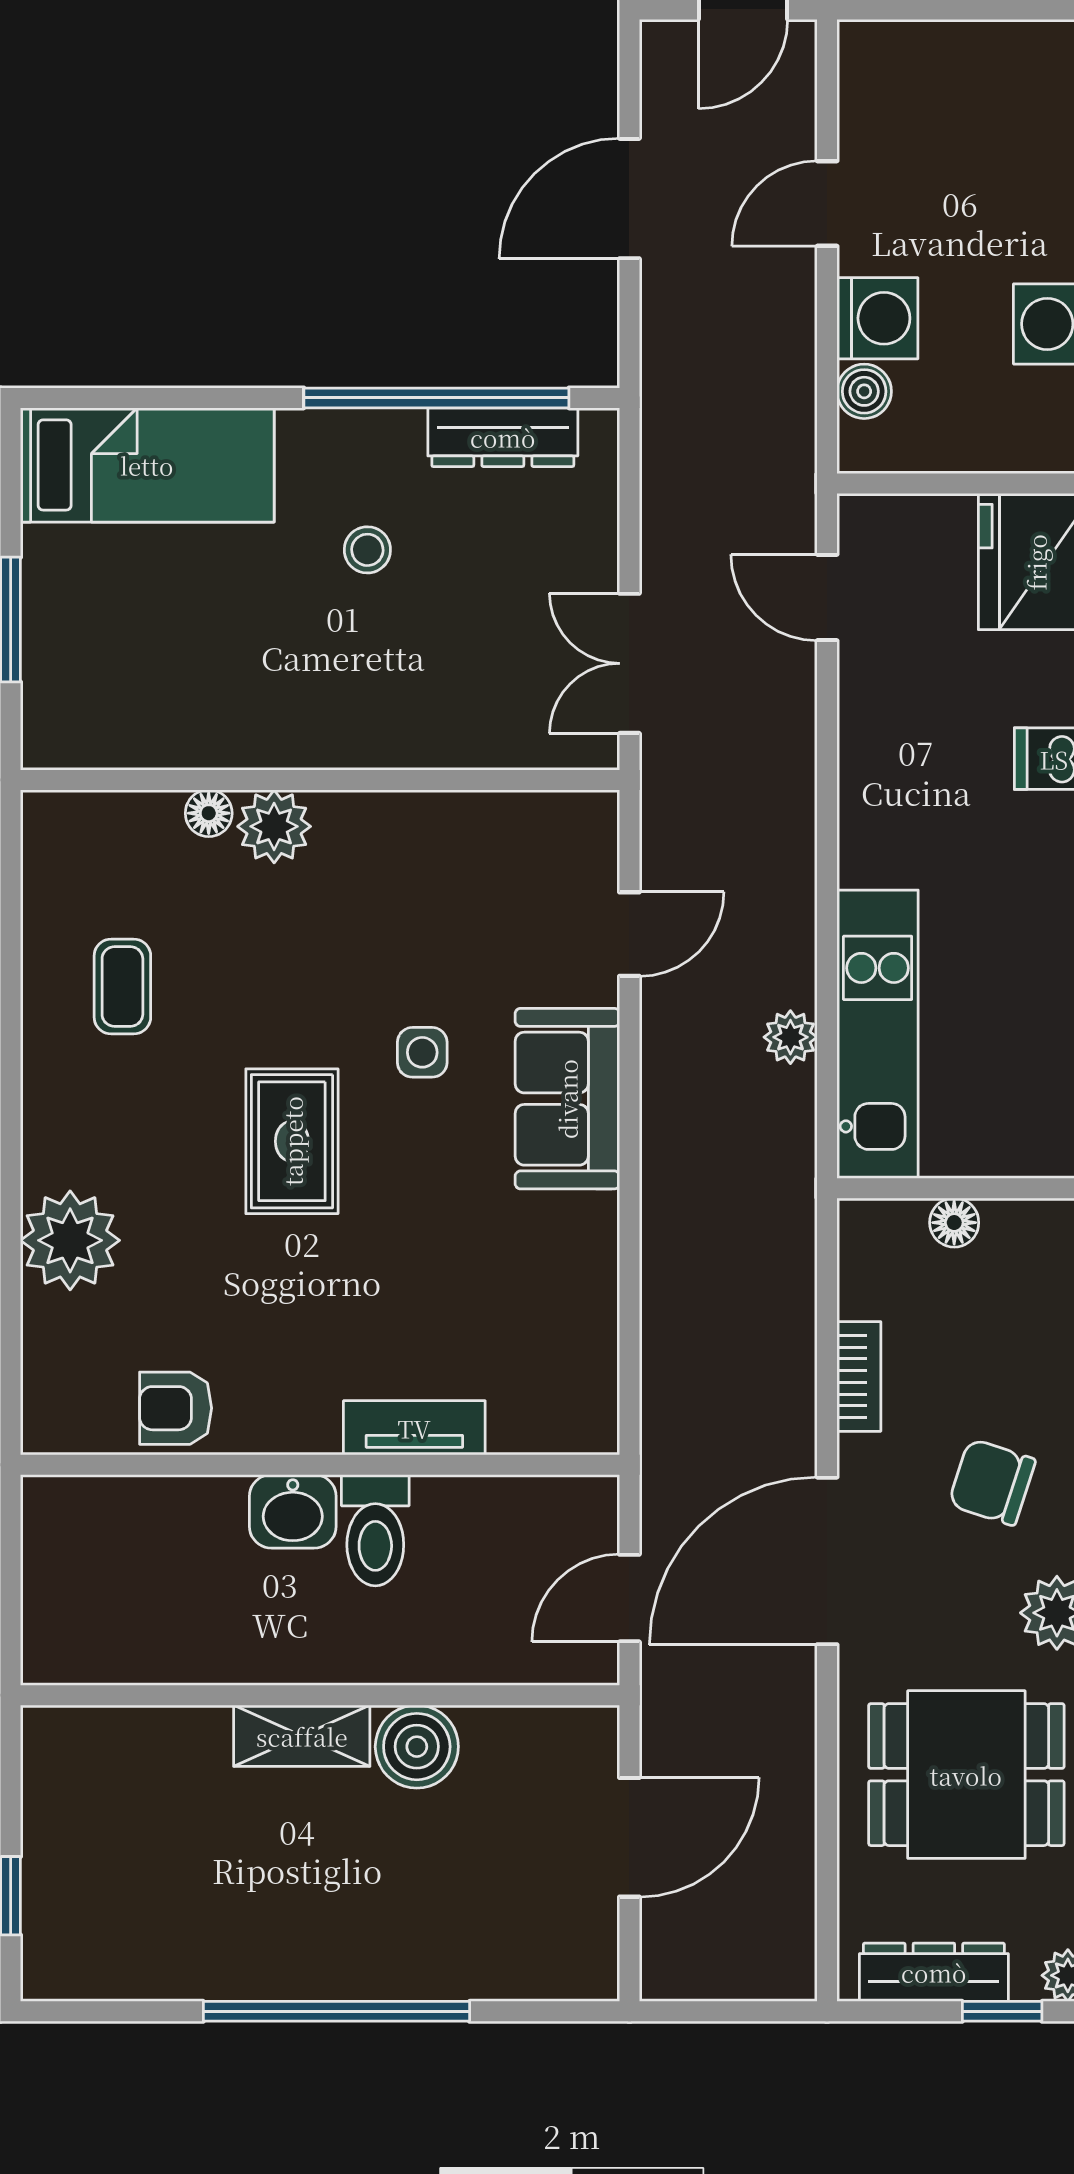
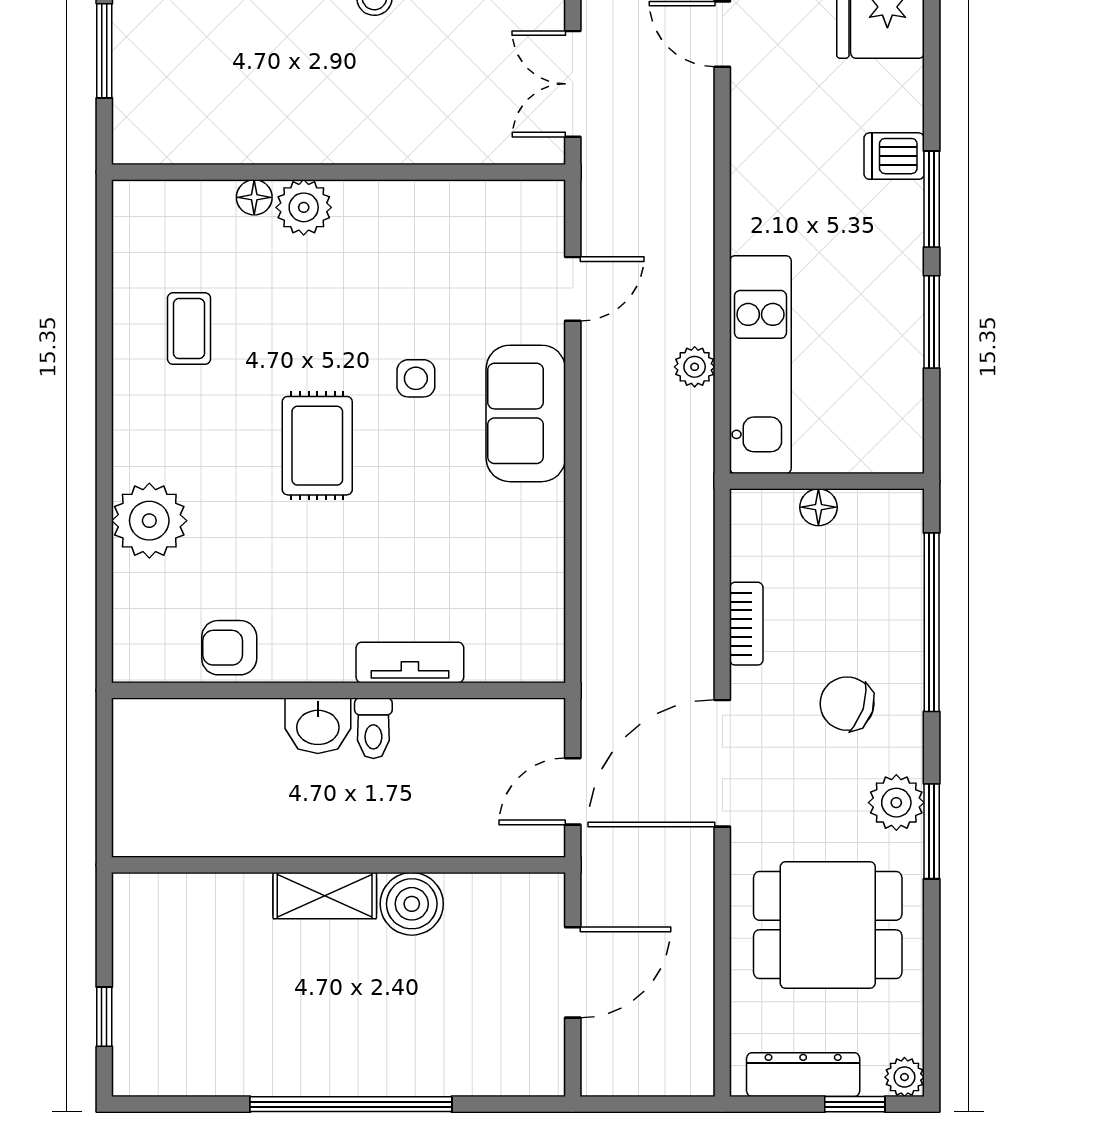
toilet: (375, 1530) -> (373, 728), width x0.73, depth x0.72

